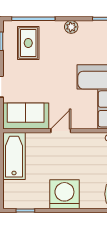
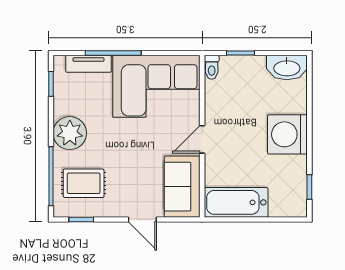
plant: (71, 27) -> (70, 133), width x1.87, depth x1.87
door: (61, 131) -> (202, 139), hinge flipped

